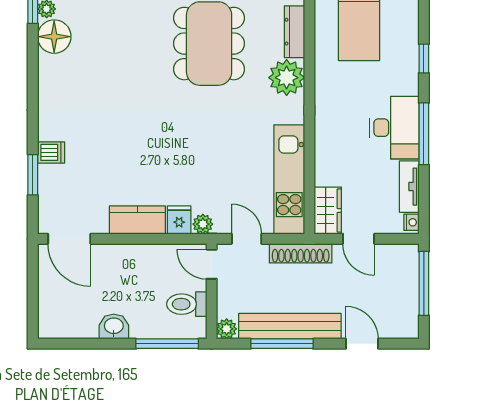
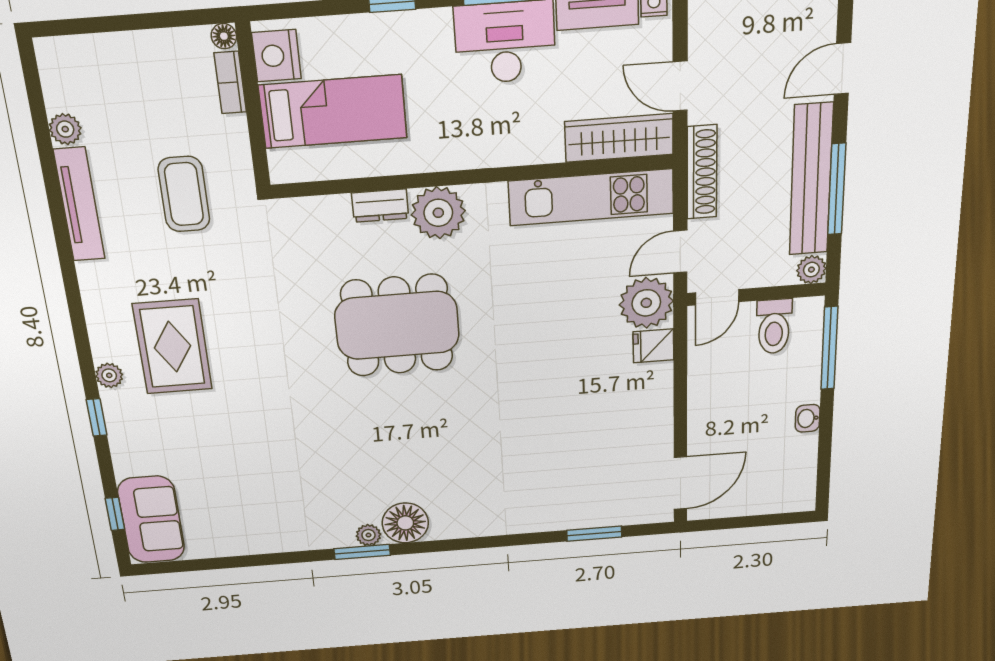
dresser: (294, 32) -> (380, 206), width x0.70
dishwasher: (51, 152) -> (563, 514), removed
wardrobe: (328, 211) -> (619, 138), width x1.50
kitchen counter: (137, 220) -> (654, 400), removed
plant: (203, 224) -> (646, 303), width x1.87, depth x1.87
door: (359, 239) -> (680, 86), swing flipped
washbasin: (114, 326) -> (808, 418), width x0.72, depth x0.69

